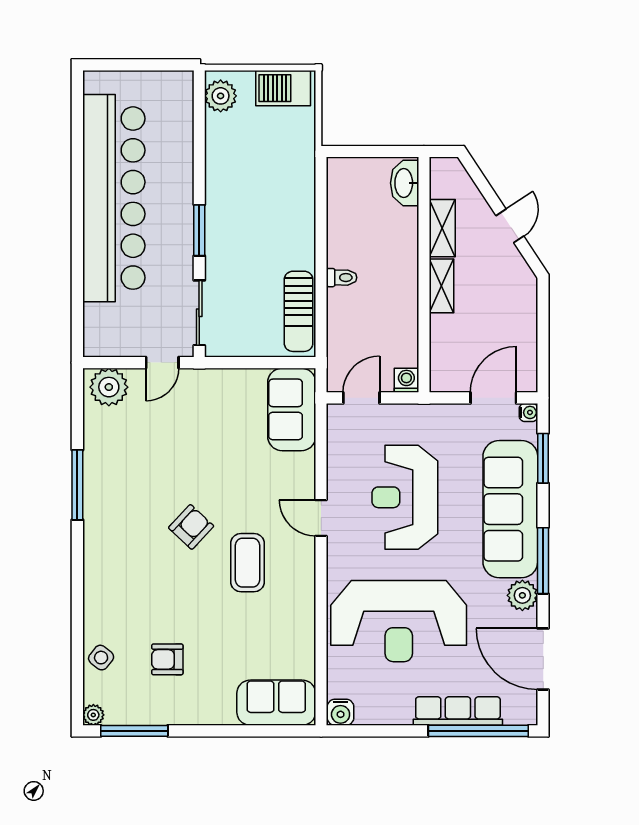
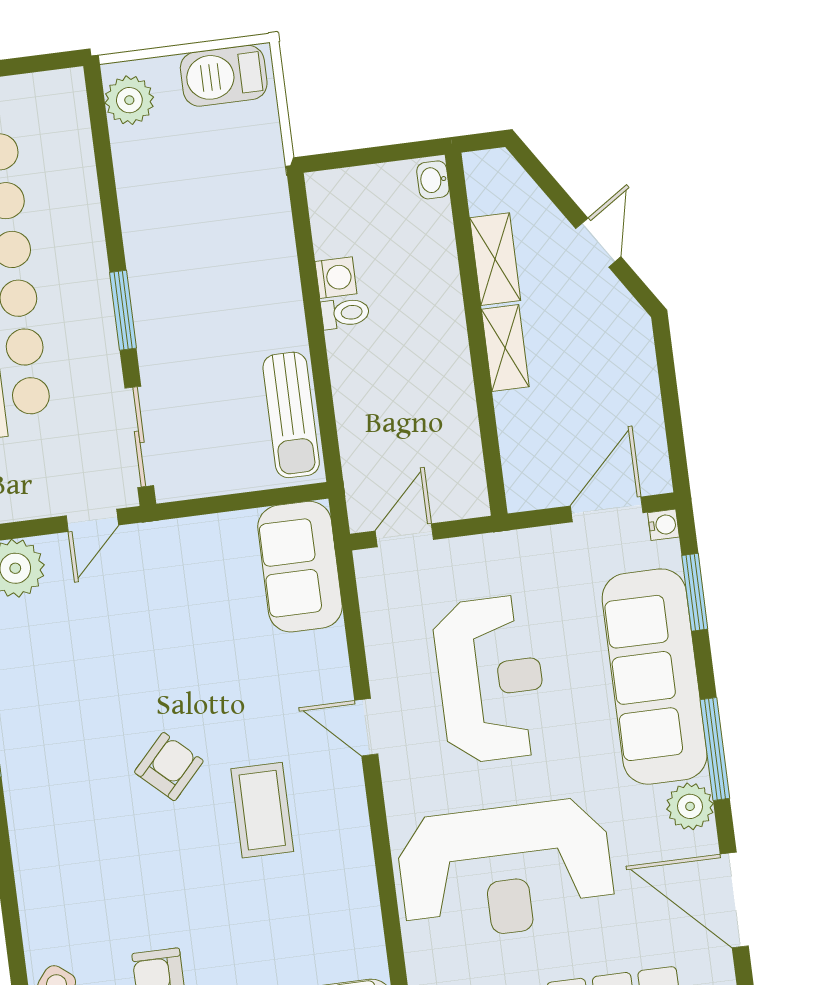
washbasin: (405, 183) -> (433, 180), width x0.52, depth x0.69
toilet: (342, 278) -> (345, 313), moved
washing machine: (406, 380) -> (336, 278), moved, turned 90
reception desk: (405, 497) -> (491, 679), turned 180

